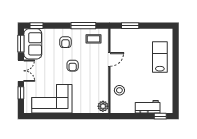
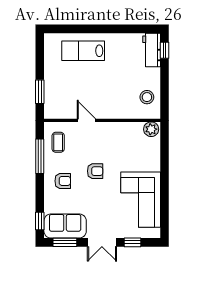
double door: (21, 71) -> (102, 242), swing flipped
stool: (119, 90) -> (147, 97), moved
workbench: (148, 107) -> (152, 50), moved

